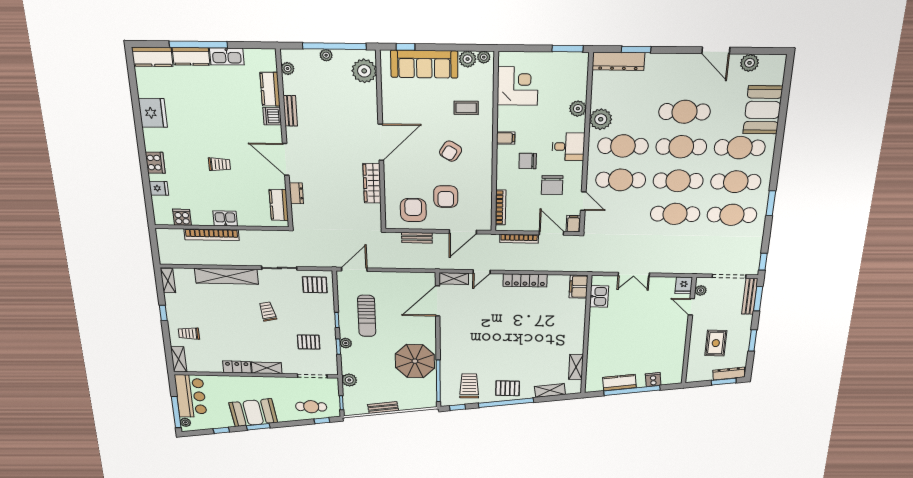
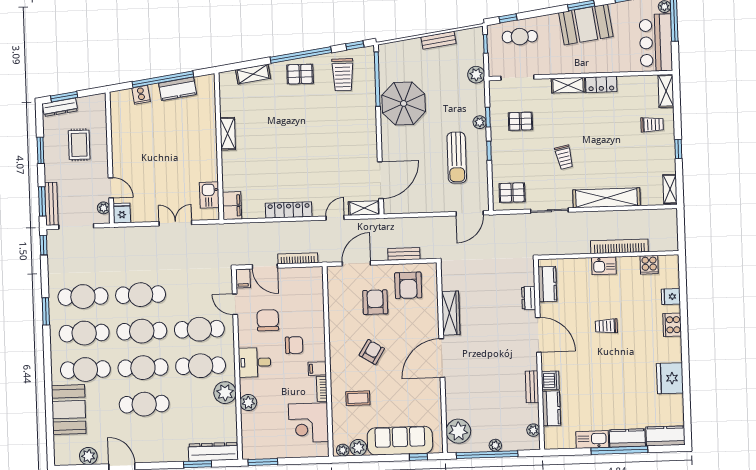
bookcase: (501, 207) -> (322, 389), moved, width x0.64
sun lounger: (367, 316) -> (457, 158), turned 180
shelving: (576, 367) -> (228, 134), moved

